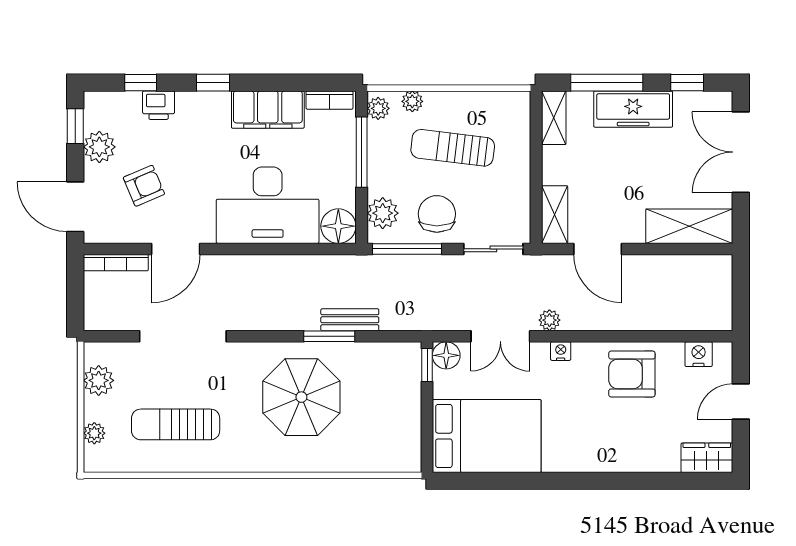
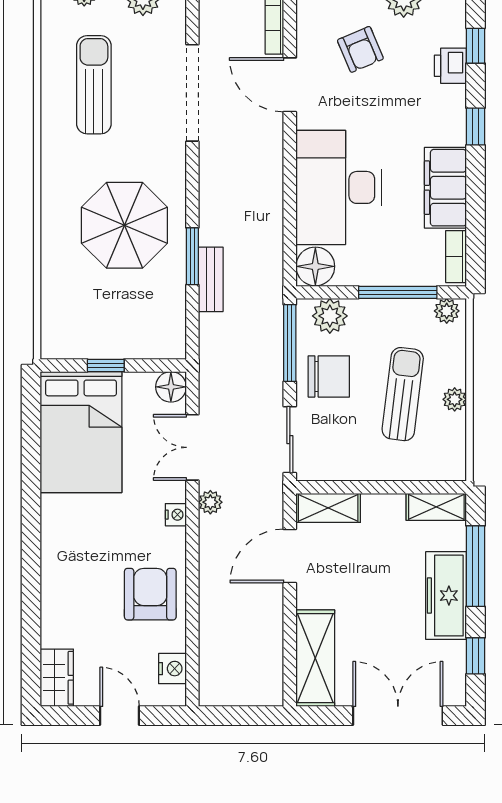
plant: (412, 101) -> (455, 399), moved
window: (427, 365) -> (106, 365), moved

